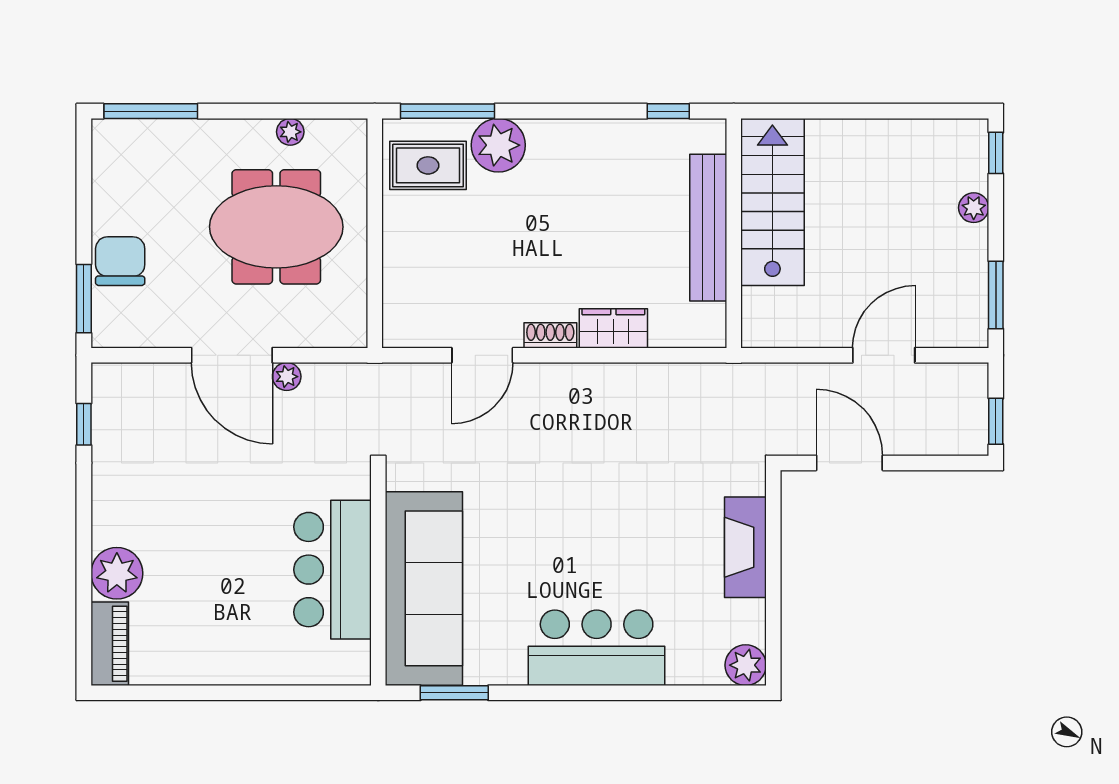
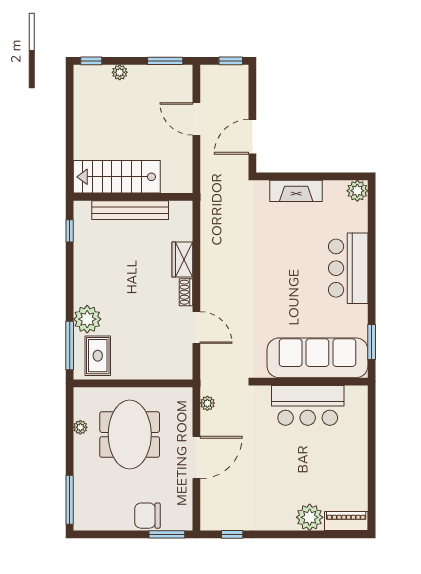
plant: (287, 377) -> (207, 403), moved

